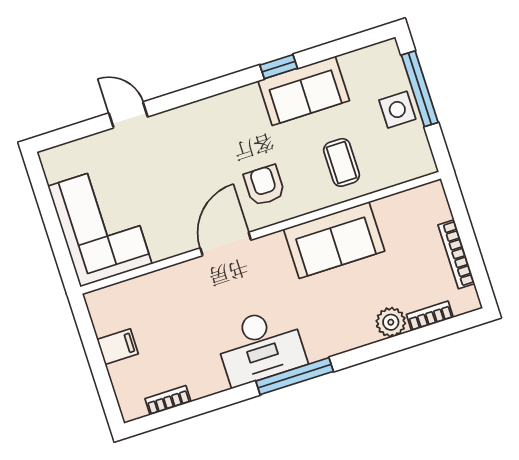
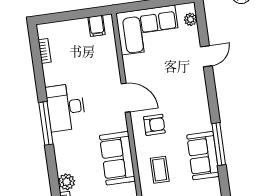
window: (279, 67) -> (219, 144), width x2.17
plant: (68, 154) -> (191, 19), added
coffee table: (342, 162) -> (160, 170), turned 90
filing cabinet: (118, 347) -> (96, 26), moved

